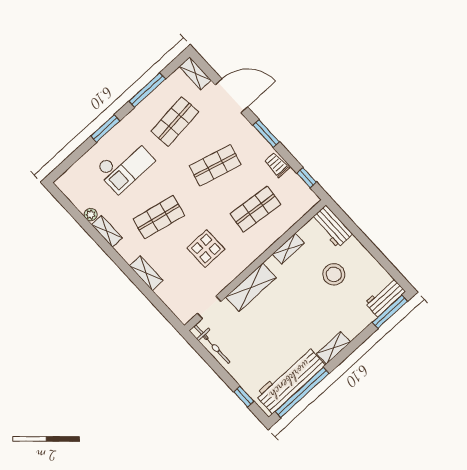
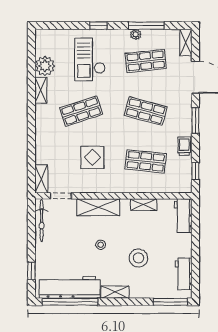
plant: (145, 106) -> (136, 34), added
window: (105, 129) -> (98, 26), width x0.67
checkout: (125, 165) -> (90, 59), turned 90
plant: (91, 215) -> (45, 66), width x1.88, depth x1.88
shop shelf: (159, 217) -> (81, 111), turned -30
shelving: (146, 273) -> (41, 179), moved
stool: (334, 274) -> (138, 258), moved
workbench: (385, 297) -> (184, 274), moved, turned -90
stool: (283, 318) -> (101, 245), added

